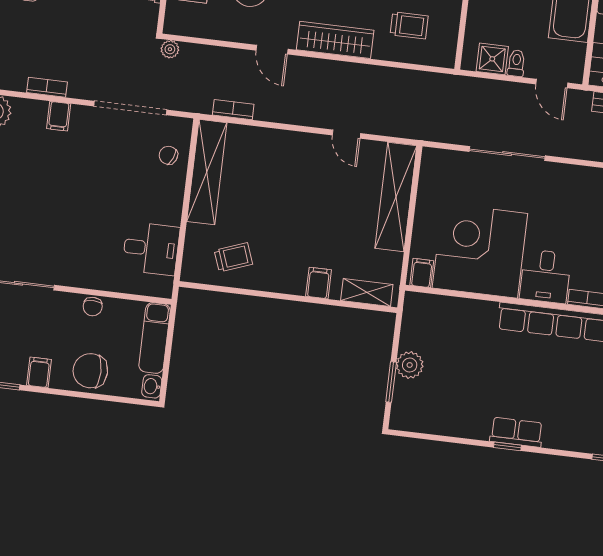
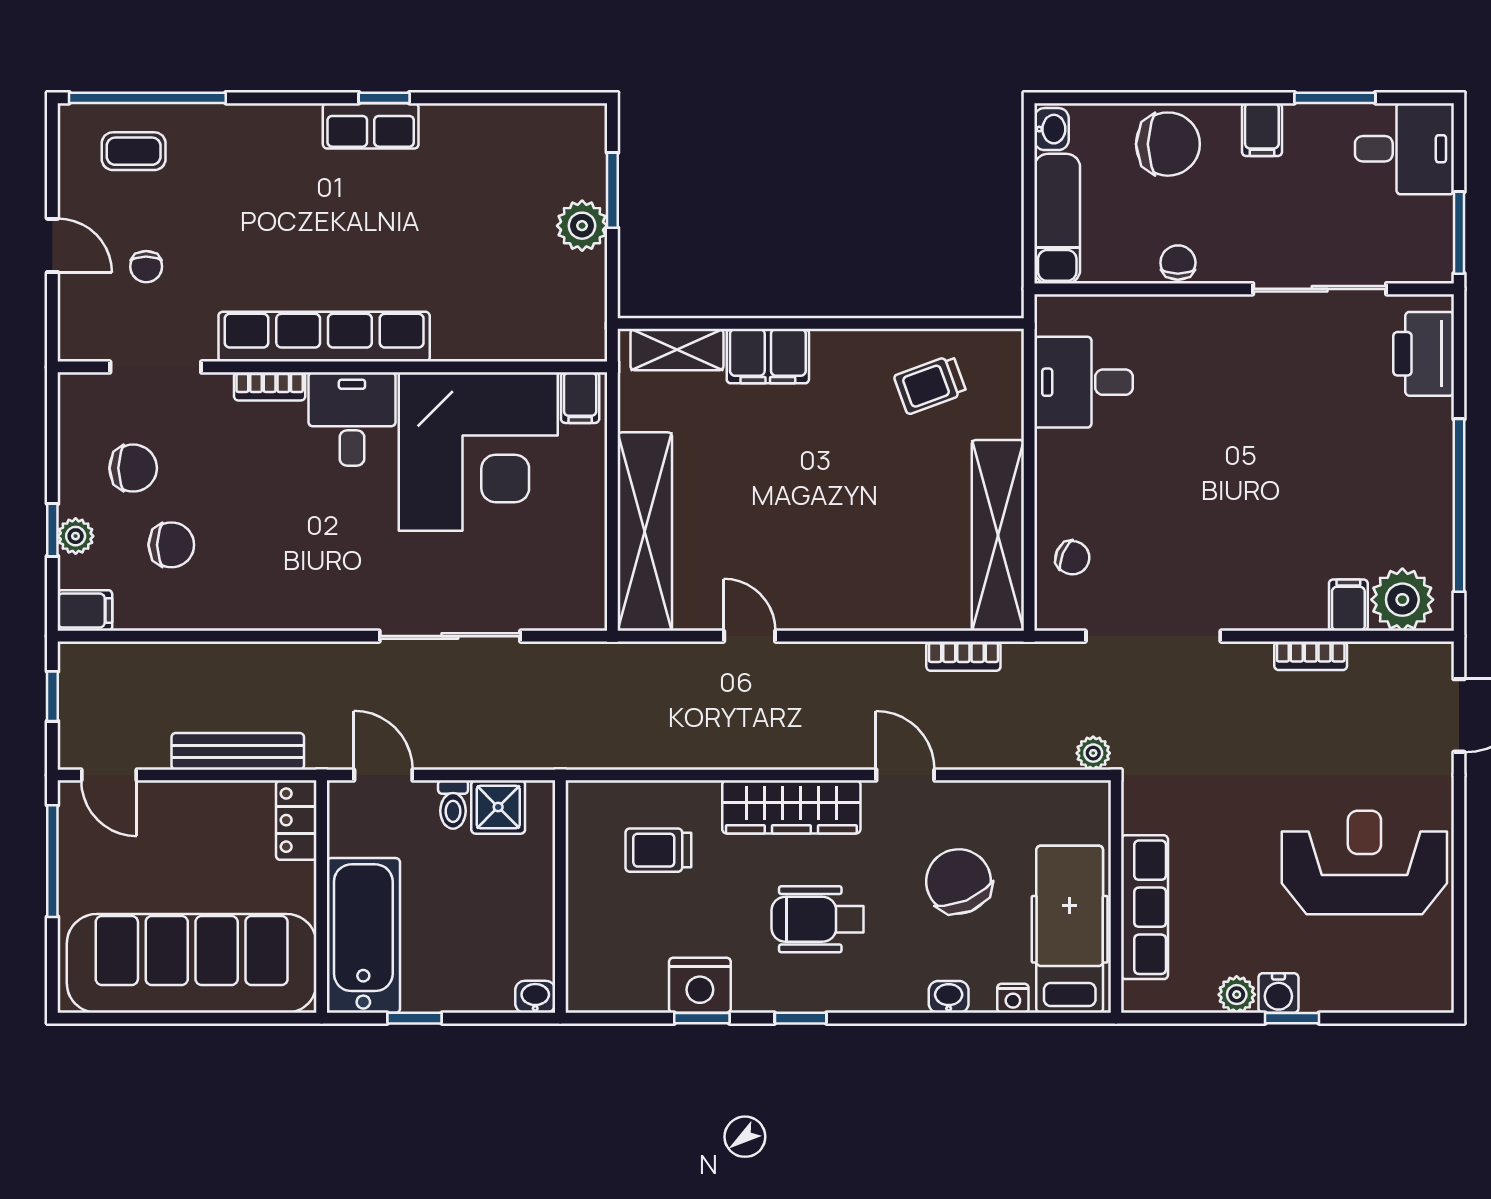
filing cabinet: (59, 116) -> (1348, 605), moved
filing cabinet: (319, 283) -> (768, 356), width x2.00

